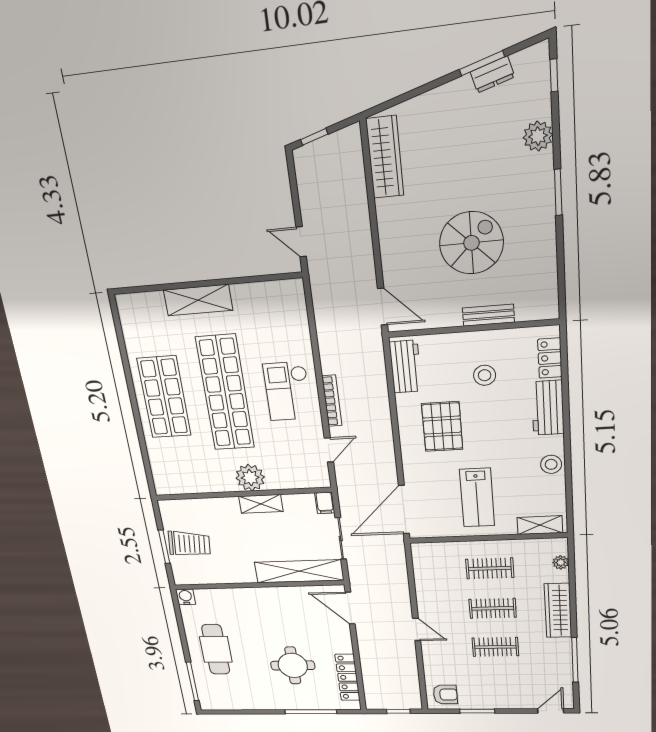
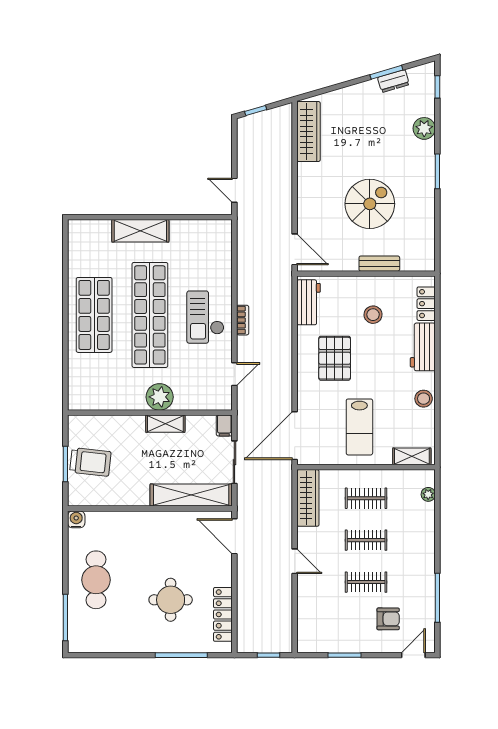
bookcase: (332, 401) -> (243, 320), width x0.64
wardrobe: (558, 610) -> (308, 498), moved, turned 180
armchair: (445, 695) -> (388, 619), moved

